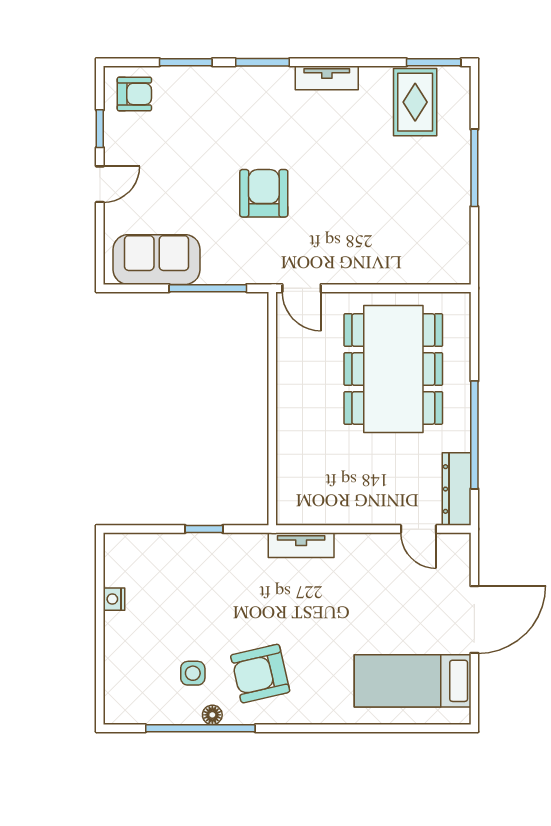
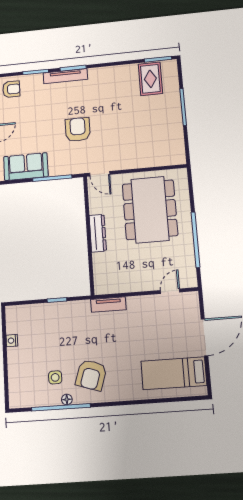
tv unit: (327, 78) -> (65, 76), moved, width x1.41
dresser: (457, 489) -> (98, 233), moved, turned 180
door: (419, 529) -> (170, 291), swing flipped
armchair: (260, 674) -> (91, 375), turned -59

